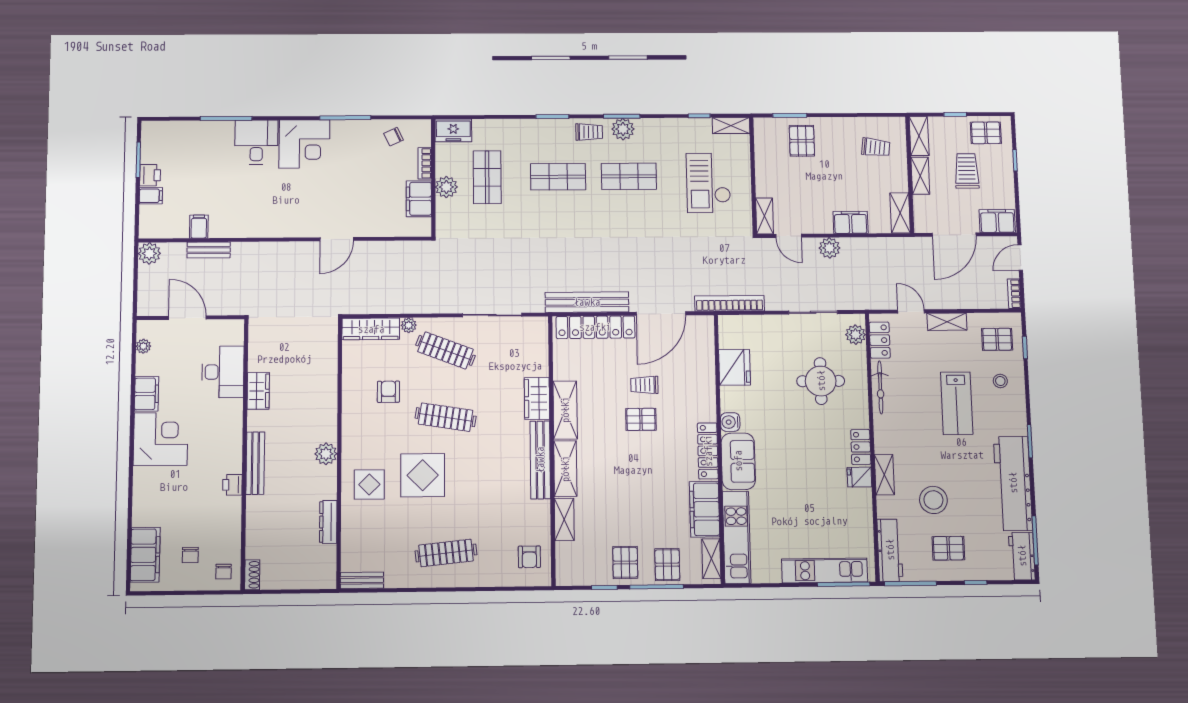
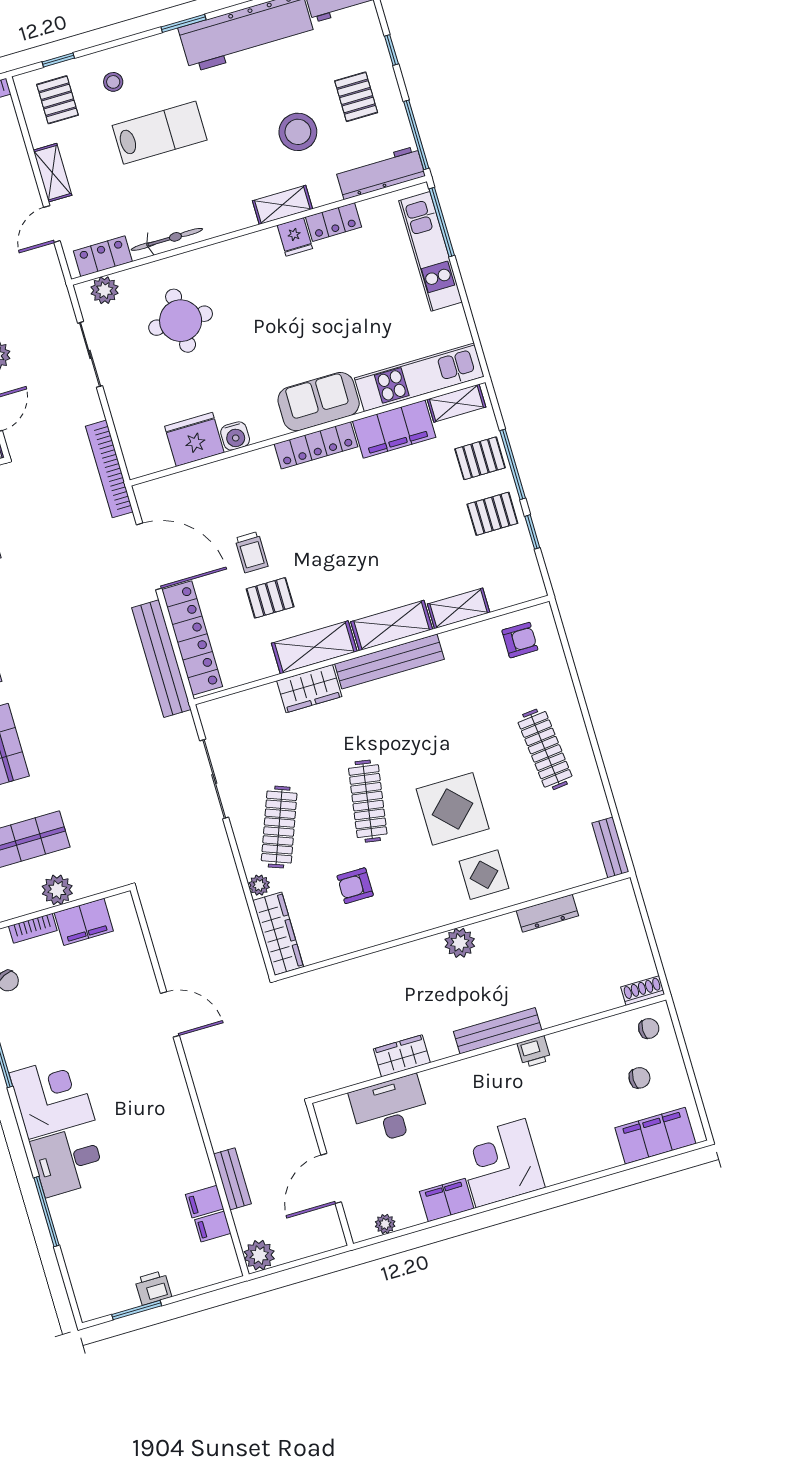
filing cabinet: (151, 196) -> (213, 1227), moved, turned -90
pallet: (641, 419) -> (270, 598), moved, turned 90
water cooler: (730, 422) -> (235, 436), moved
locker: (861, 447) -> (334, 222), moved

